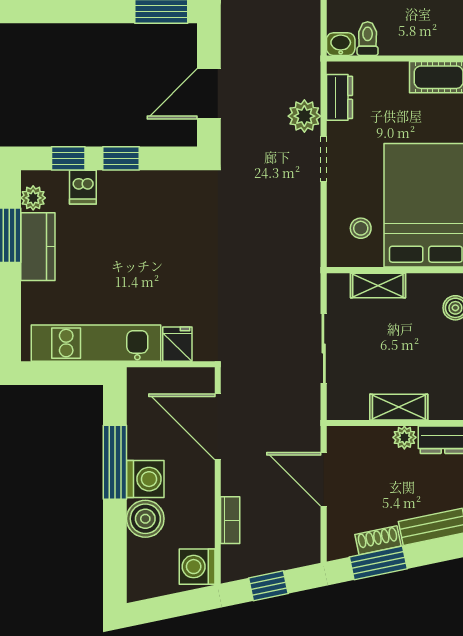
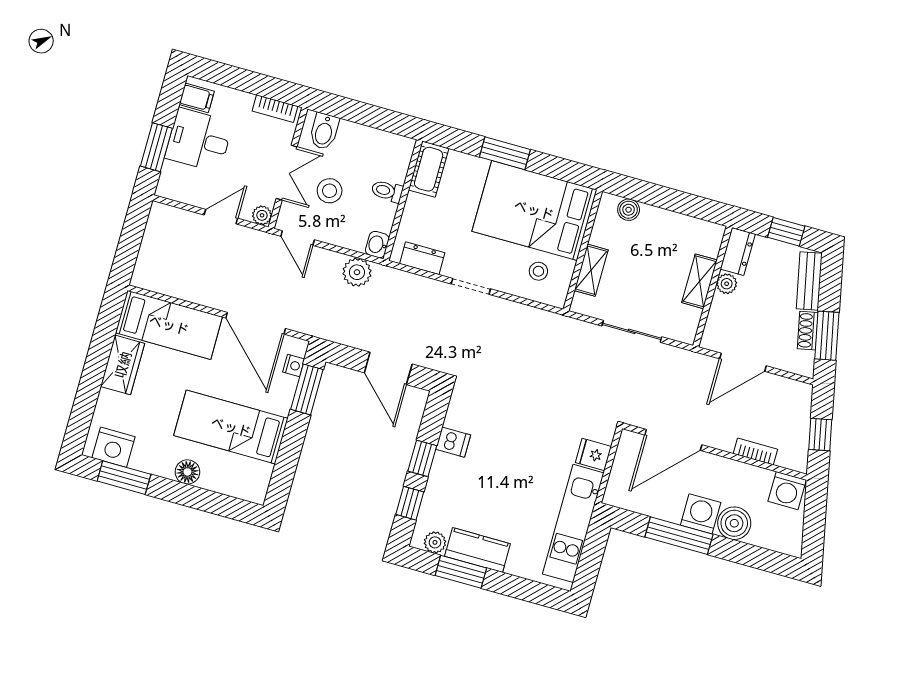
toilet: (368, 39) -> (387, 191), moved
plant: (304, 116) -> (357, 272), moved
dishwasher: (83, 187) -> (453, 442), moved

